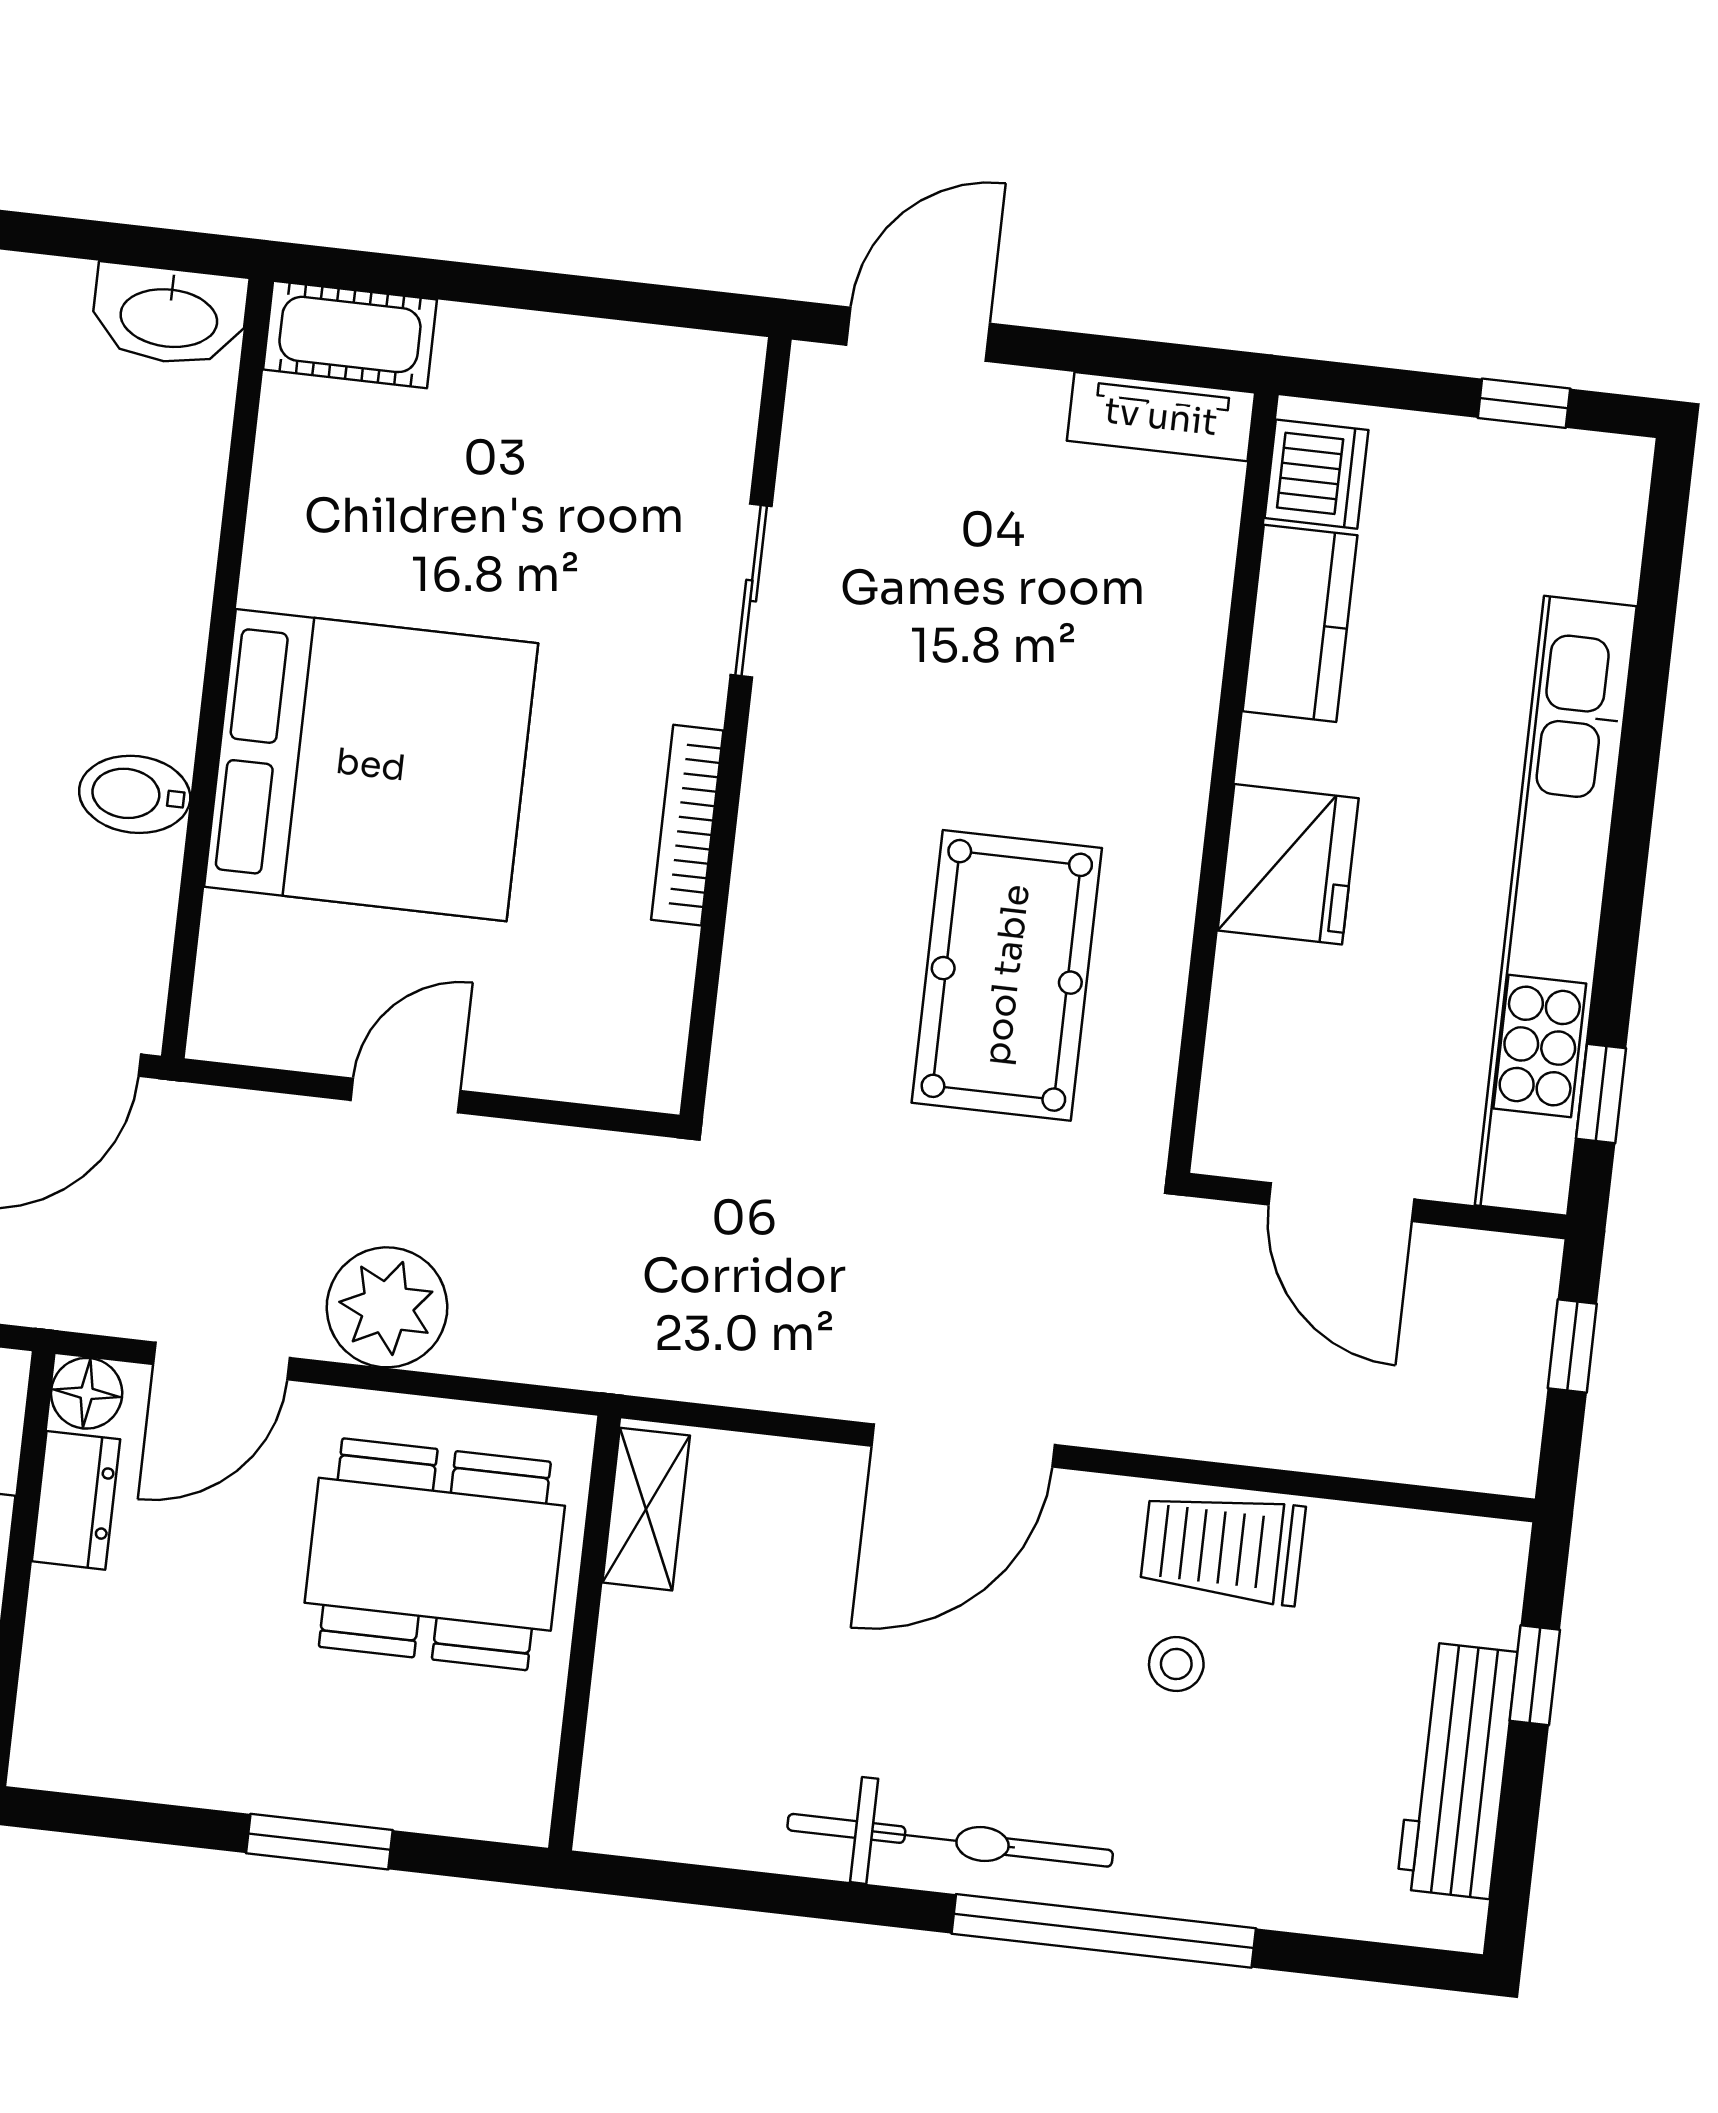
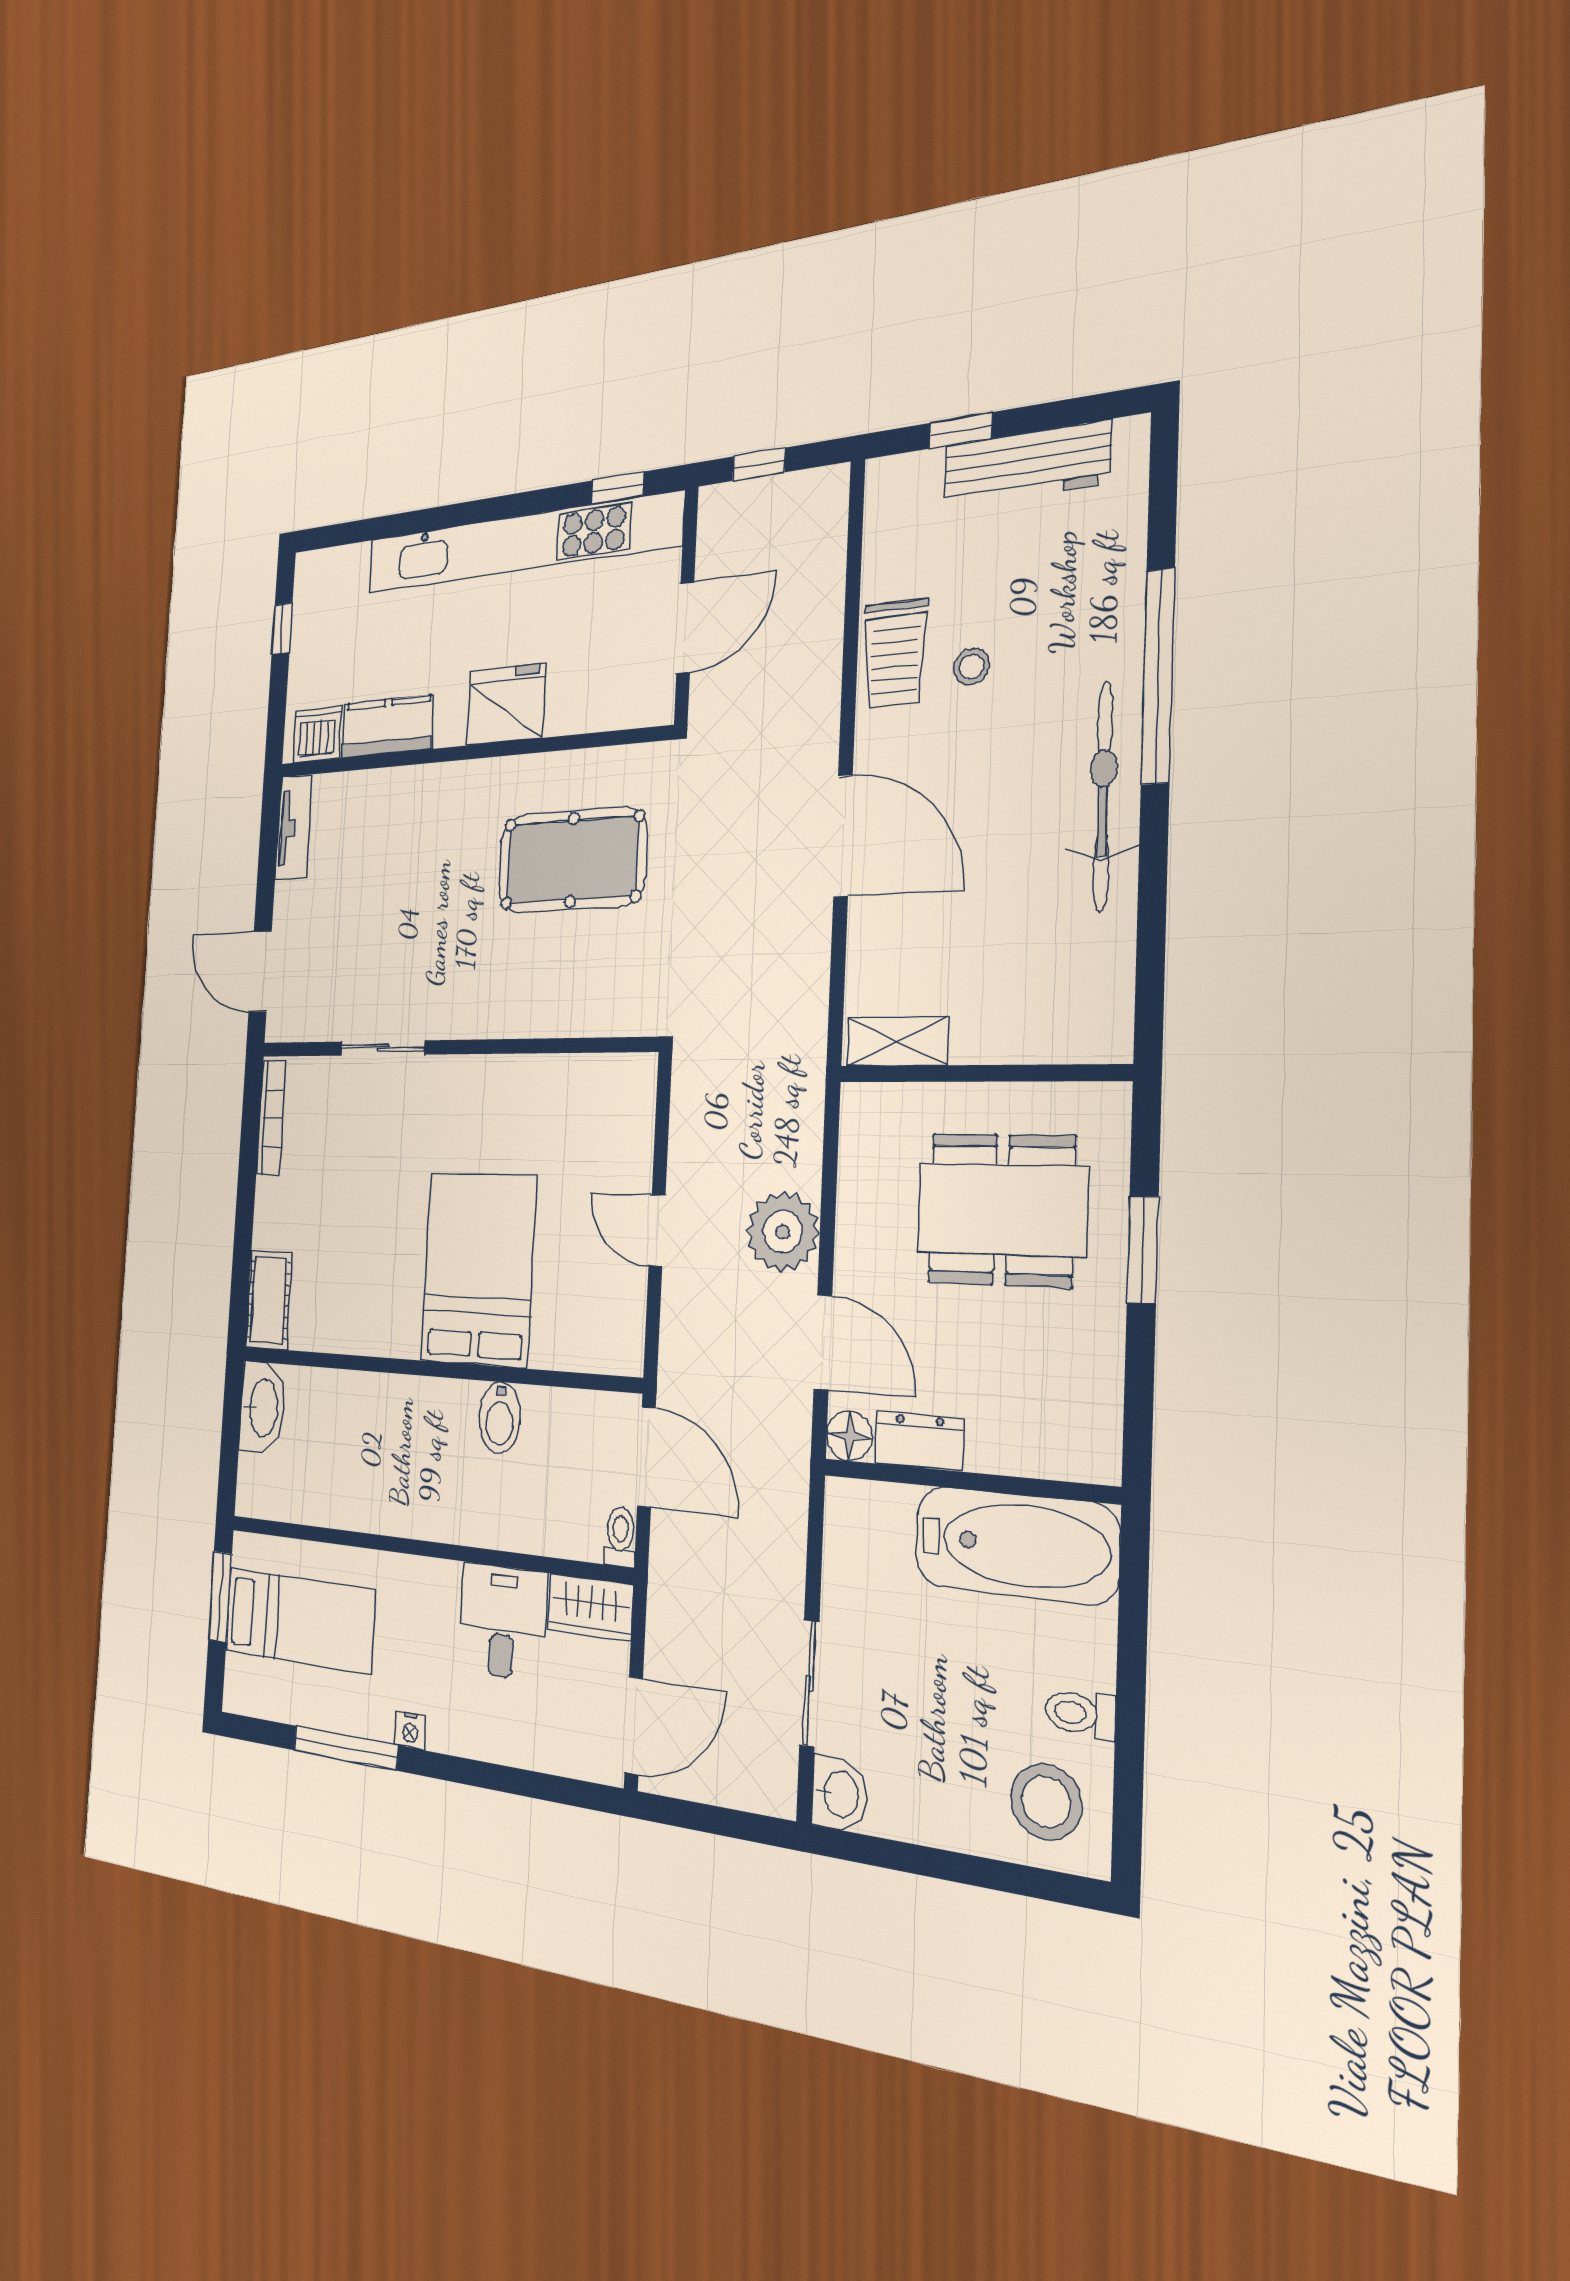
bed: (371, 765) -> (478, 1269), width x0.73
bookcase: (687, 825) -> (271, 1118), moved, turned -90
dining table: (435, 1554) -> (1001, 1210), moved, turned 90

